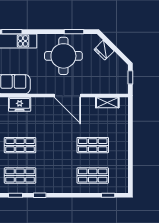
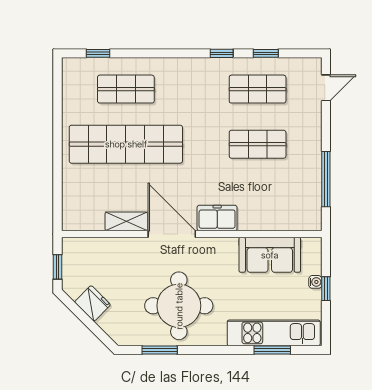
fridge: (104, 50) -> (92, 303), moved
shelving: (107, 103) -> (126, 221), moved
freezer: (20, 104) -> (217, 218), moved
shop shelf: (93, 145) -> (126, 144), width x2.00, depth x1.36

